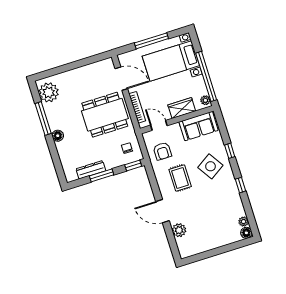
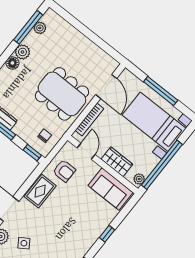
plant: (49, 92) -> (40, 28), width x0.53, depth x0.53
window: (43, 118) -> (28, 27), moved
plant: (55, 123) -> (22, 52), added
armchair: (162, 151) -> (64, 171), turned -90
side table: (210, 166) -> (24, 243), moved, width x0.54, depth x0.54
rug: (180, 178) -> (40, 191), moved

